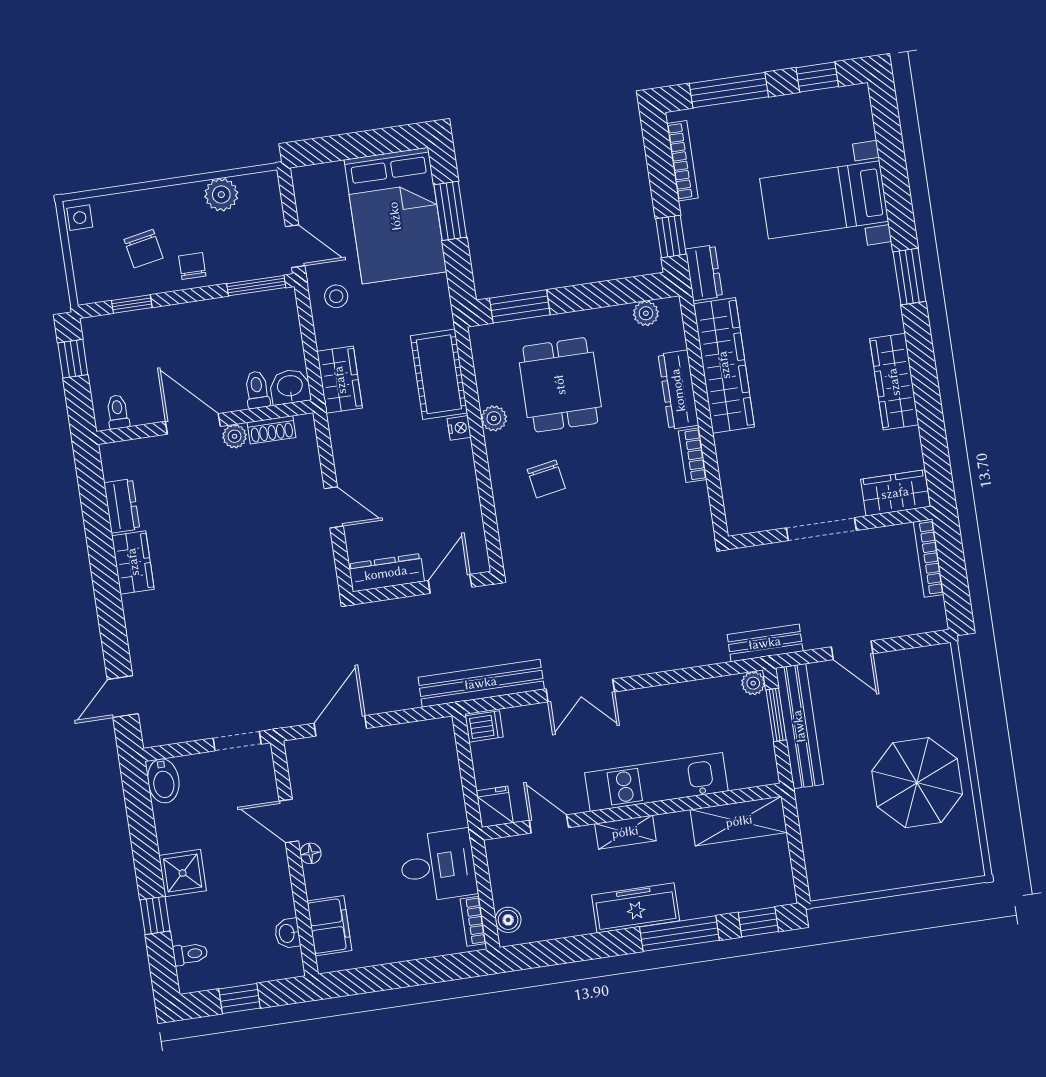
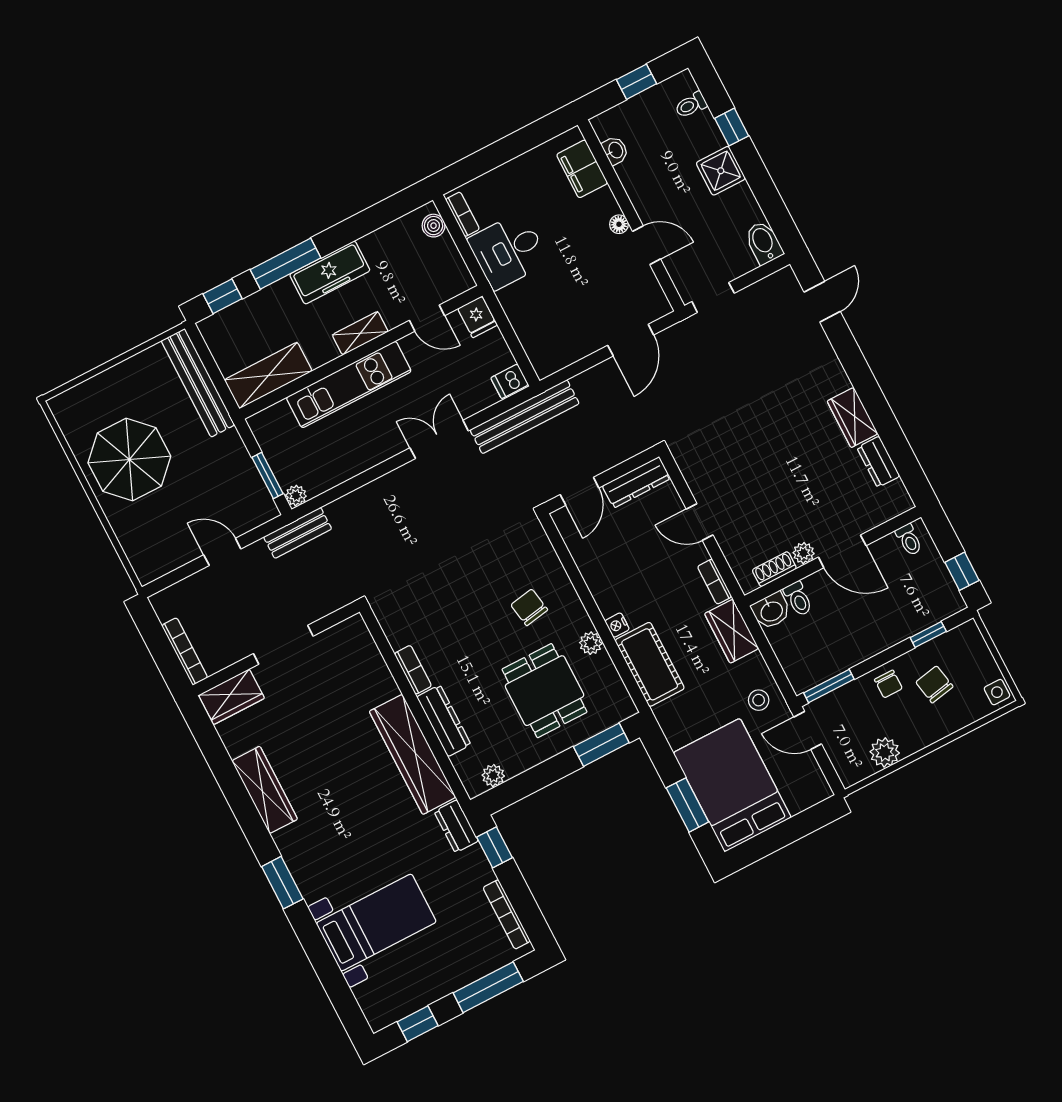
bookcase: (340, 438) -> (715, 582), added
bench: (799, 726) -> (198, 383), moved

